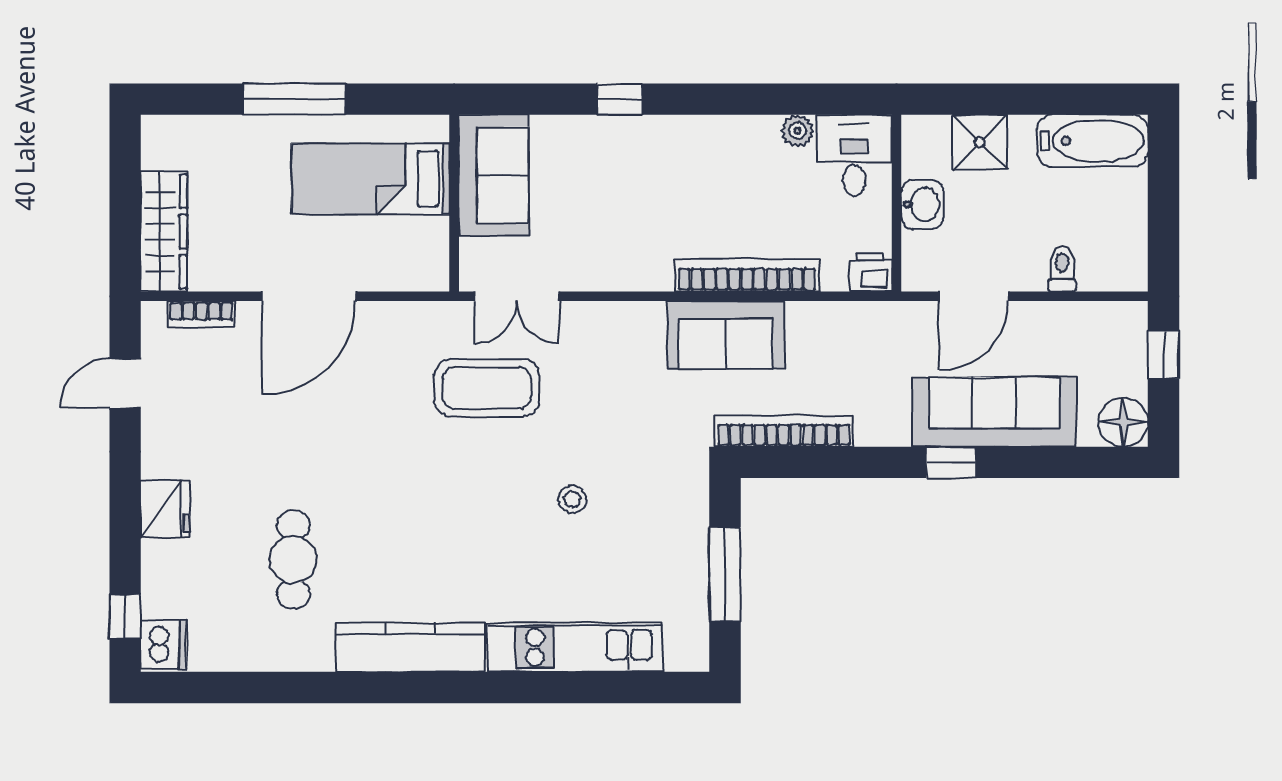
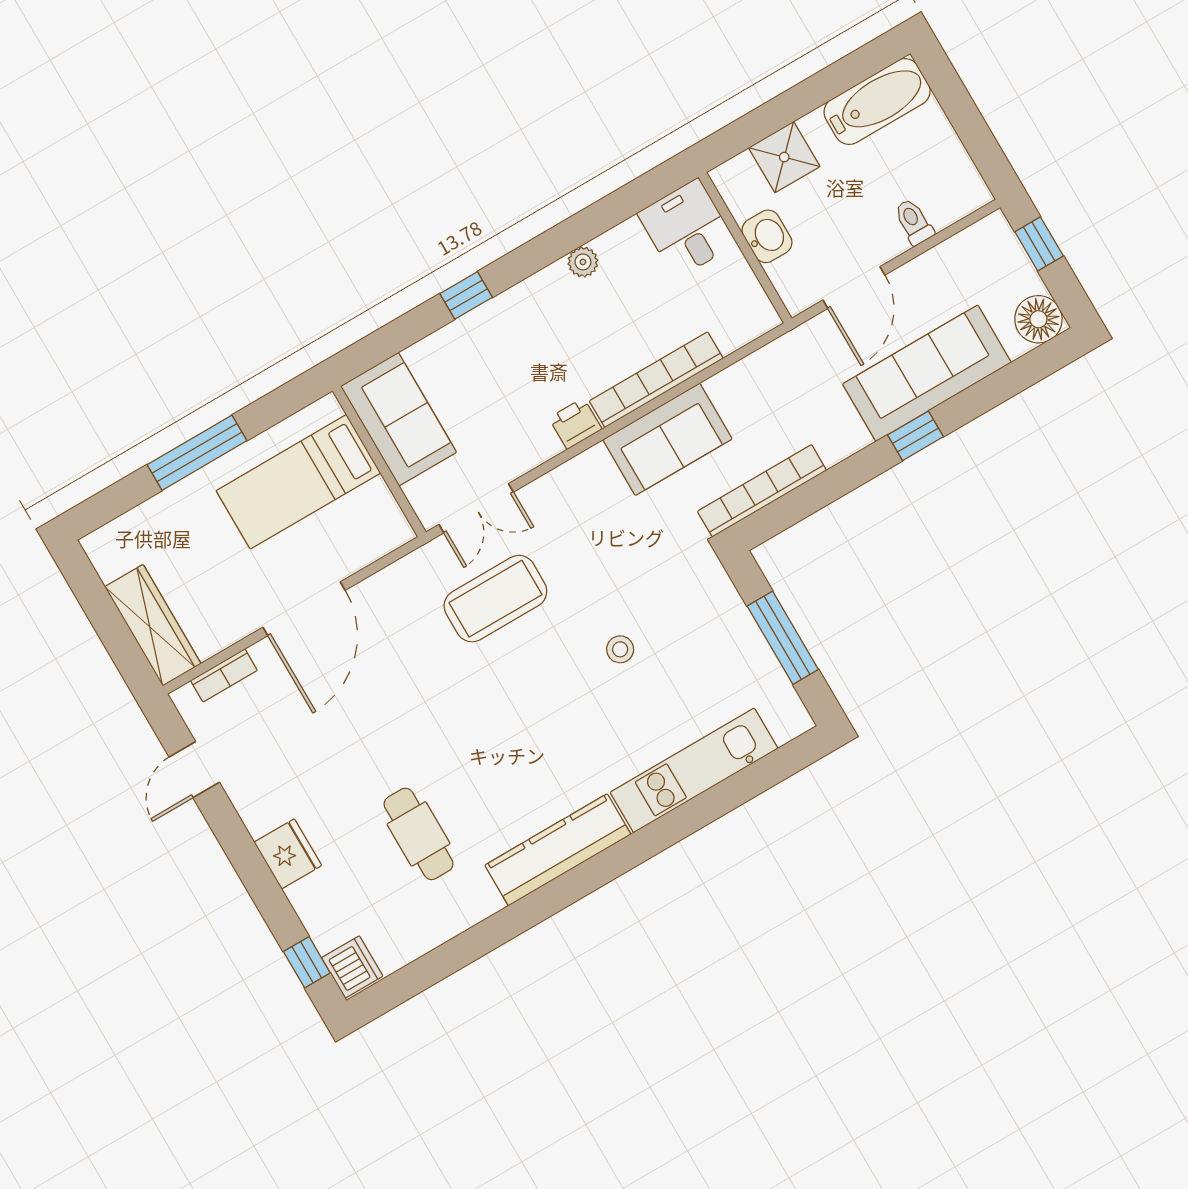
plant: (798, 131) -> (583, 262), moved
printer: (871, 272) -> (575, 424), moved

